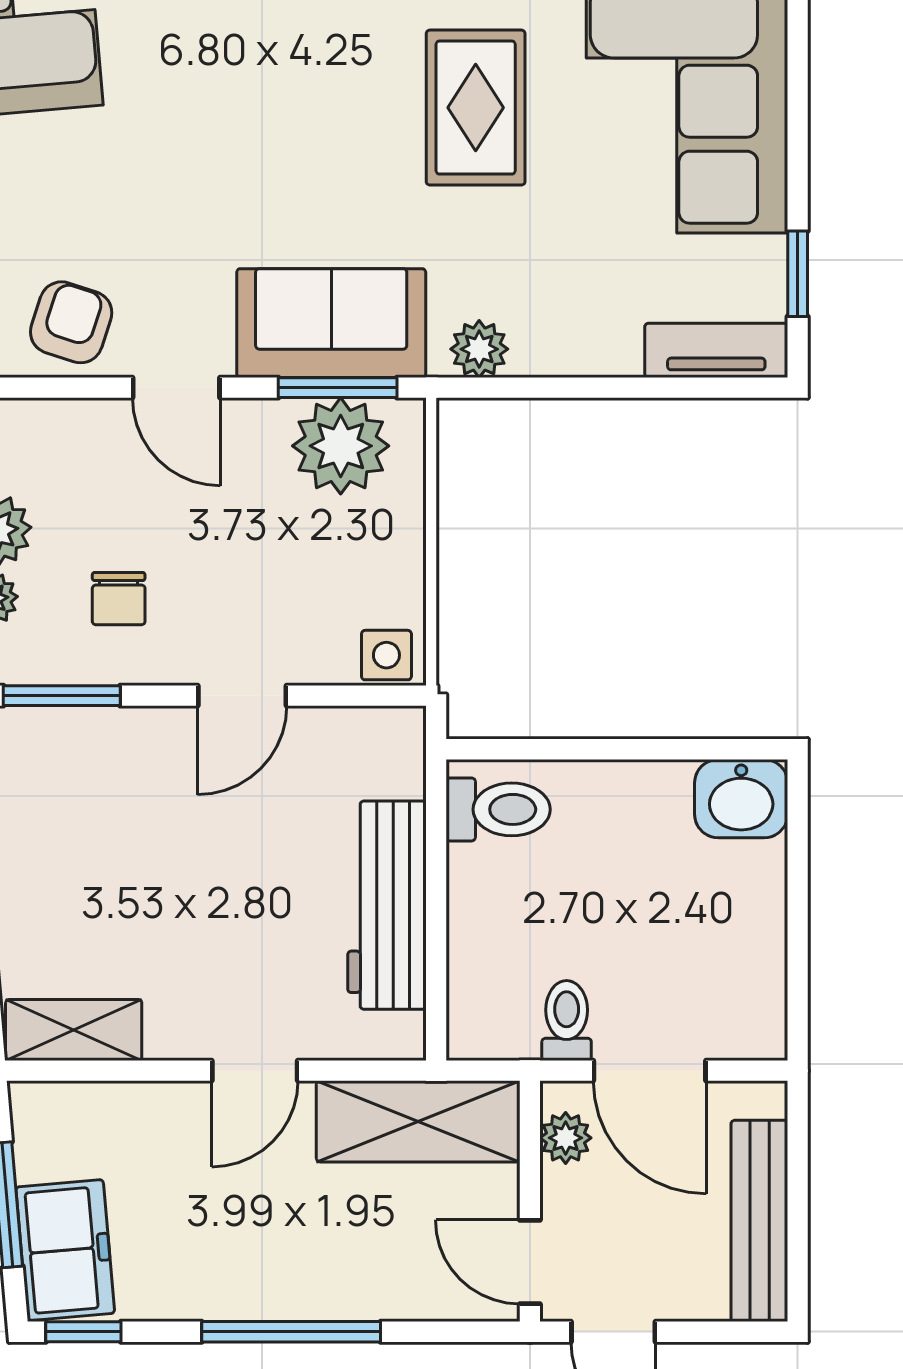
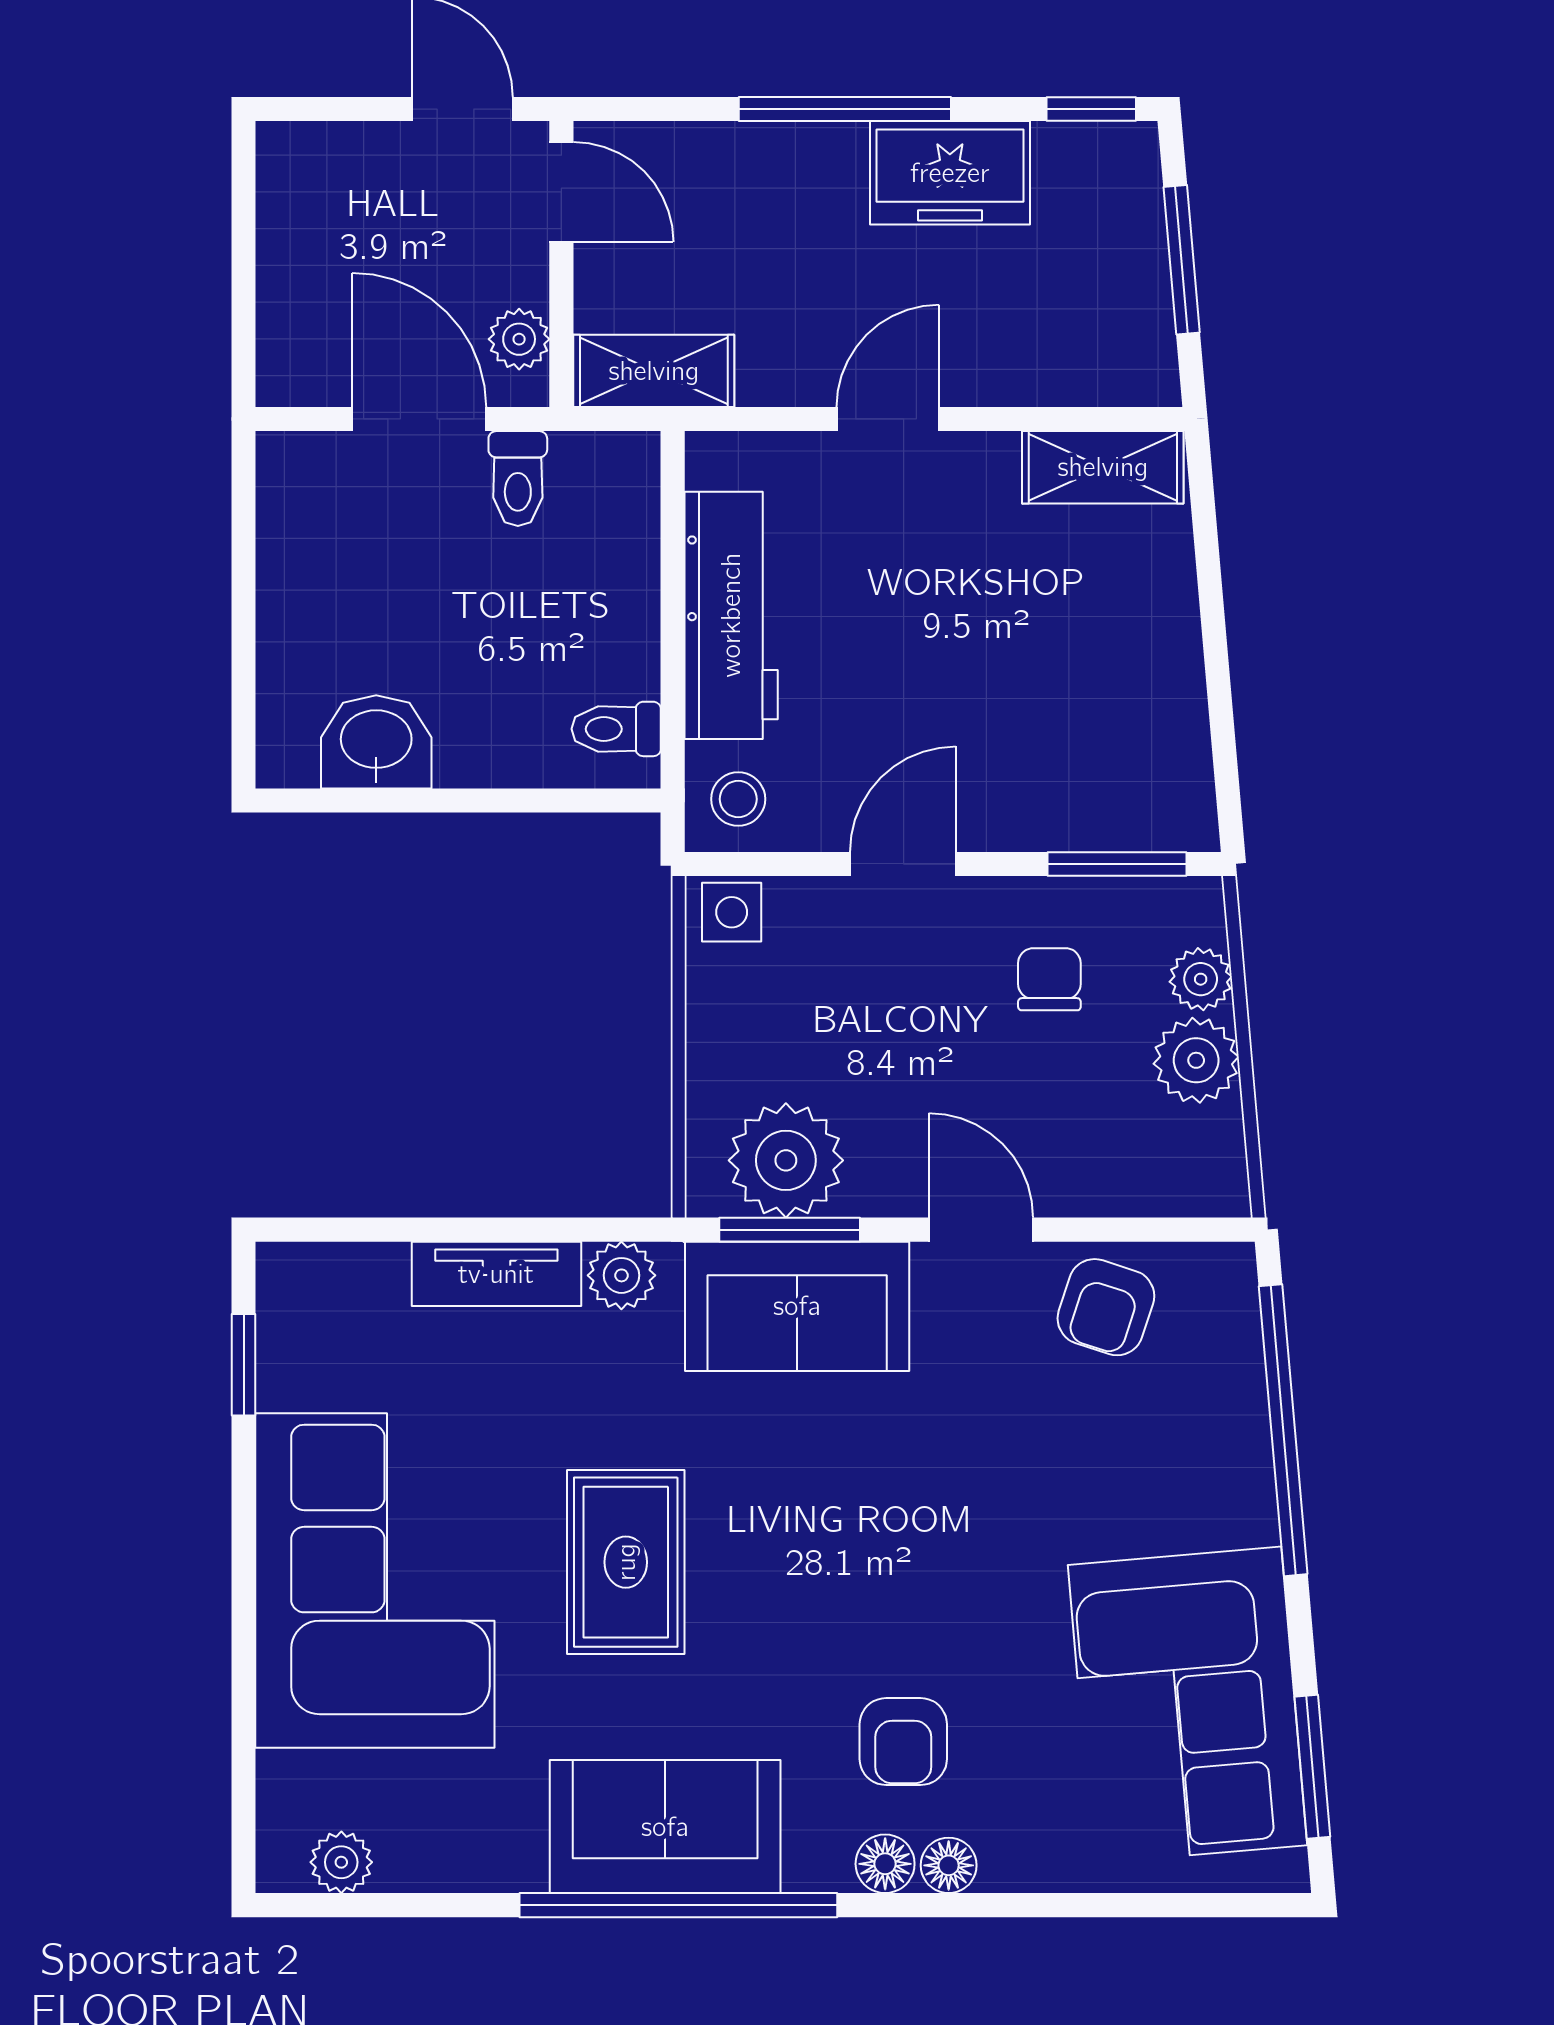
tv unit: (716, 350) -> (496, 1274), moved
stool: (381, 750) -> (738, 799), added
washbasin: (741, 799) -> (376, 742), moved
toilet: (498, 809) -> (616, 729), width x0.73, depth x0.72
shelving: (418, 1121) -> (654, 371), width x0.67, depth x0.75
bench: (759, 1221) -> (289, 241), removed
freezer: (65, 1250) -> (950, 173), moved, turned -85

